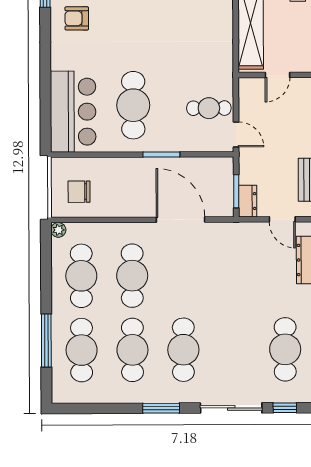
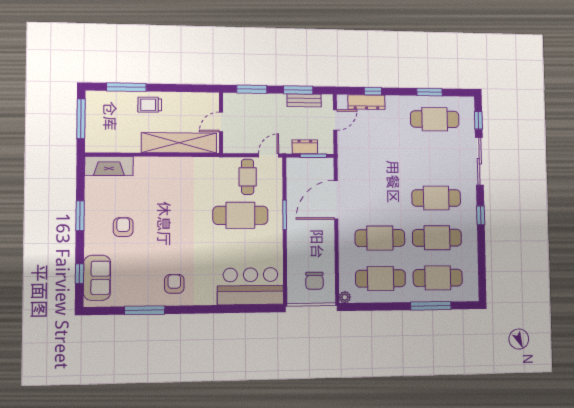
armchair: (77, 18) -> (174, 284), turned 180
door: (277, 75) -> (221, 122), swing flipped
cafe table: (133, 105) -> (240, 215), moved
dresser: (248, 201) -> (305, 147), moved
window: (161, 408) -> (481, 215), width x0.67

